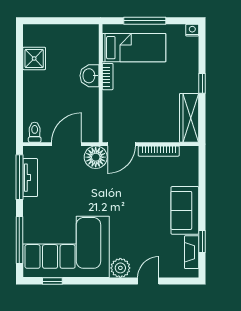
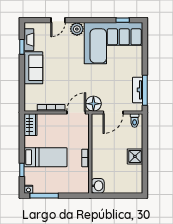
window: (145, 21) -> (44, 196), moved
bed: (134, 48) -> (45, 157), moved, turned 180
shower: (34, 58) -> (135, 156), moved
washbasin: (89, 76) -> (98, 186), moved
window: (202, 83) -> (22, 170), moved
wardrobe: (189, 118) -> (30, 125), width x0.67
window: (19, 240) -> (145, 48), removed

